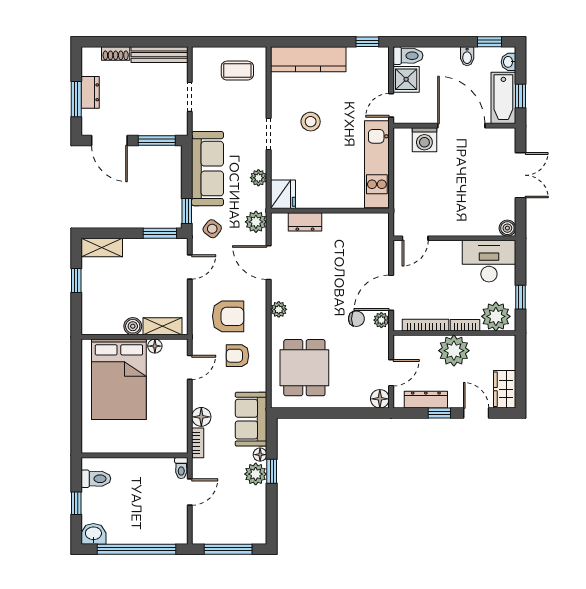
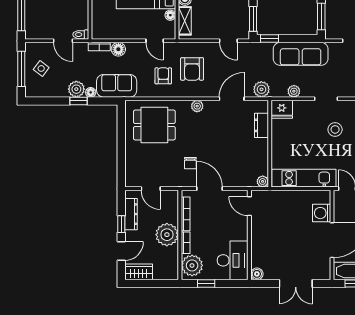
side table: (212, 229) -> (41, 68), moved
plant: (381, 320) -> (263, 181), moved
floor lamp: (380, 399) -> (132, 180), removed

